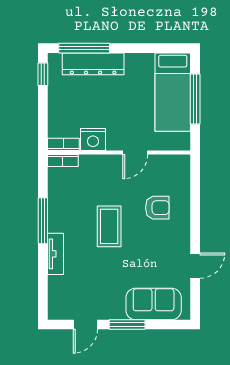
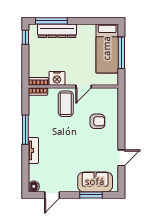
coffee table: (109, 226) -> (66, 104), moved
floor lamp: (56, 311) -> (34, 186), added
window: (127, 325) -> (91, 195), moved

